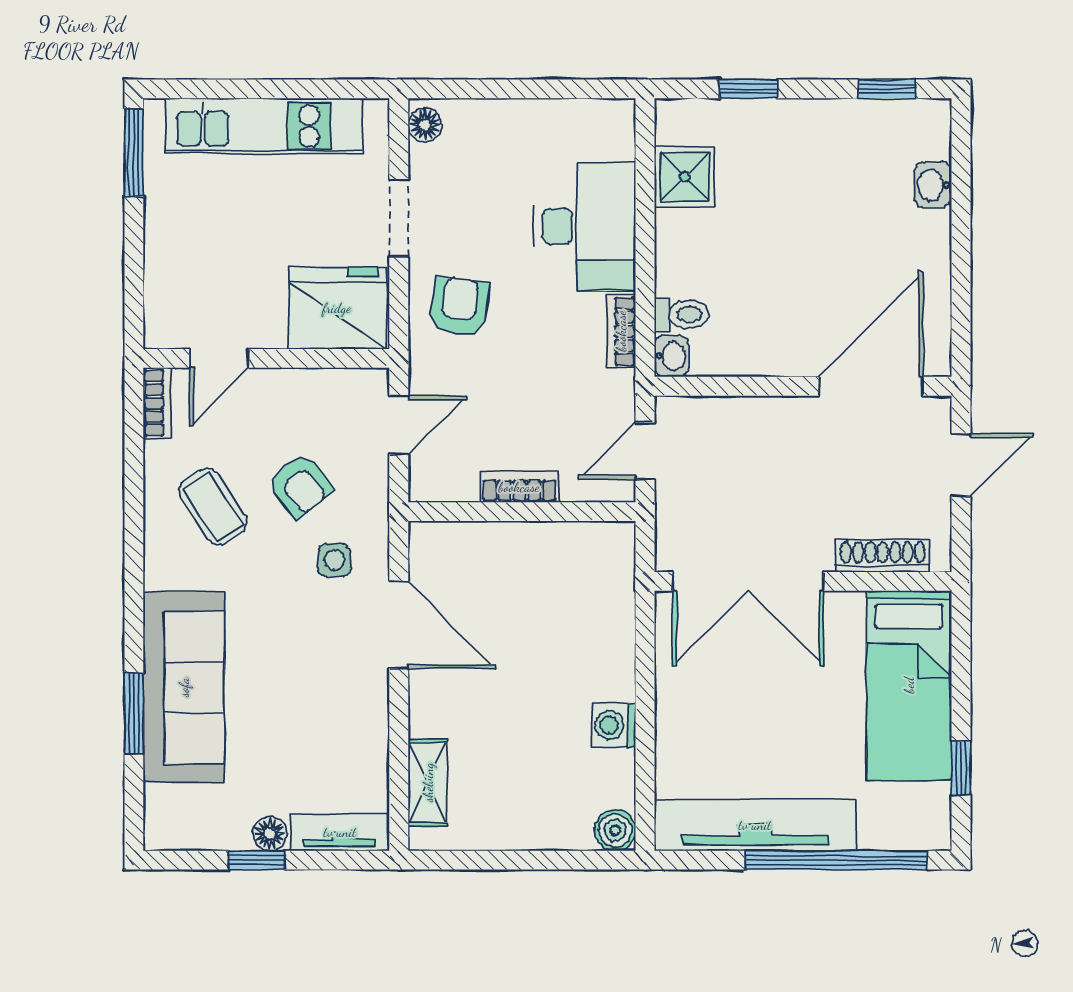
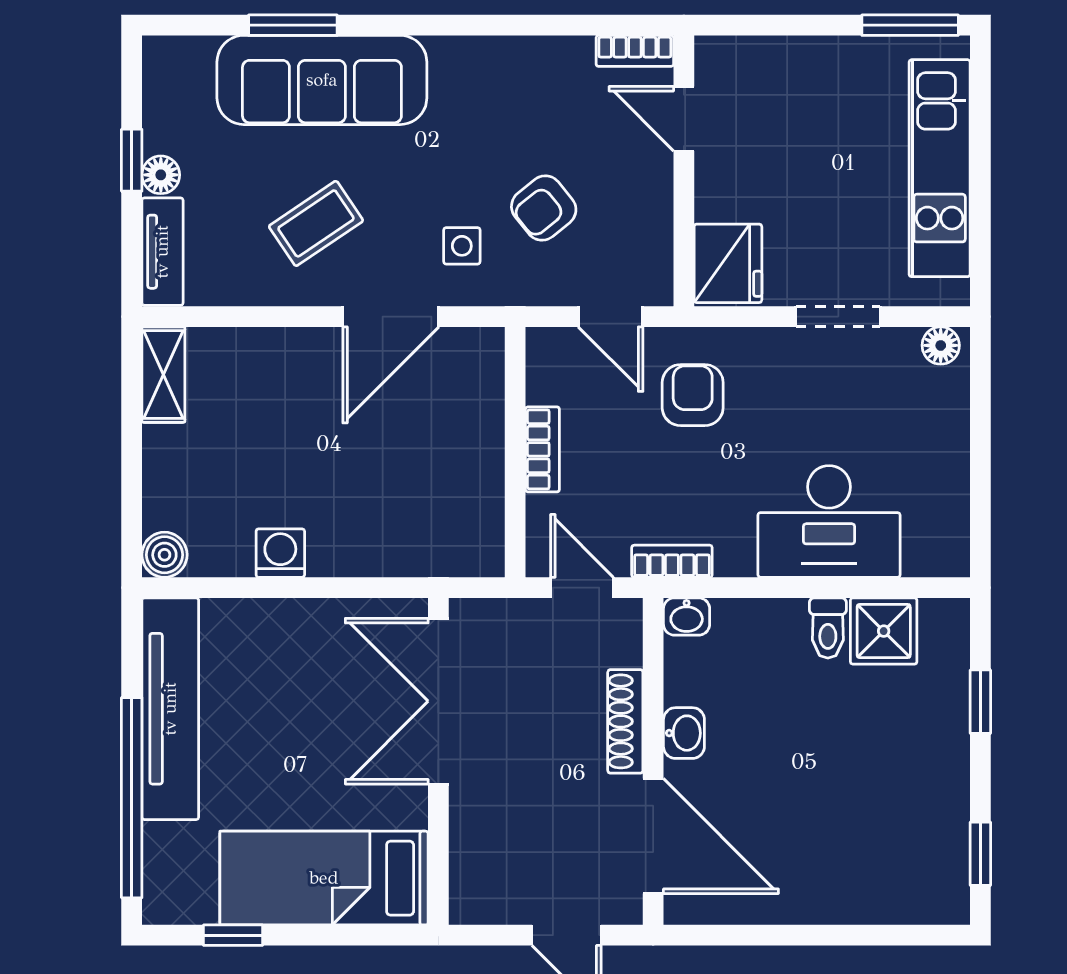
washbasin: (933, 185) -> (684, 733), moved, turned 90
armchair: (459, 307) -> (693, 395), moved, turned -97
fridge: (337, 308) -> (728, 263), width x0.73, depth x0.75
toilet: (682, 314) -> (828, 628), moved
bookcase: (621, 331) -> (672, 561), moved
coffee table: (213, 507) -> (316, 223), moved
shoe rack: (883, 556) -> (625, 721), moved, turned 180
shelving: (428, 782) -> (163, 375), moved, turned 90

